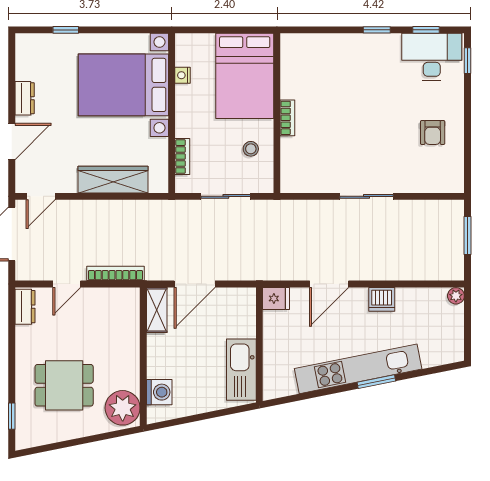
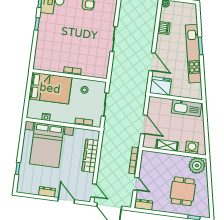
fridge: (276, 298) -> (160, 86), width x1.88, depth x1.34
dishwasher: (382, 299) -> (164, 28), moved
shelving: (157, 310) -> (167, 145), moved

